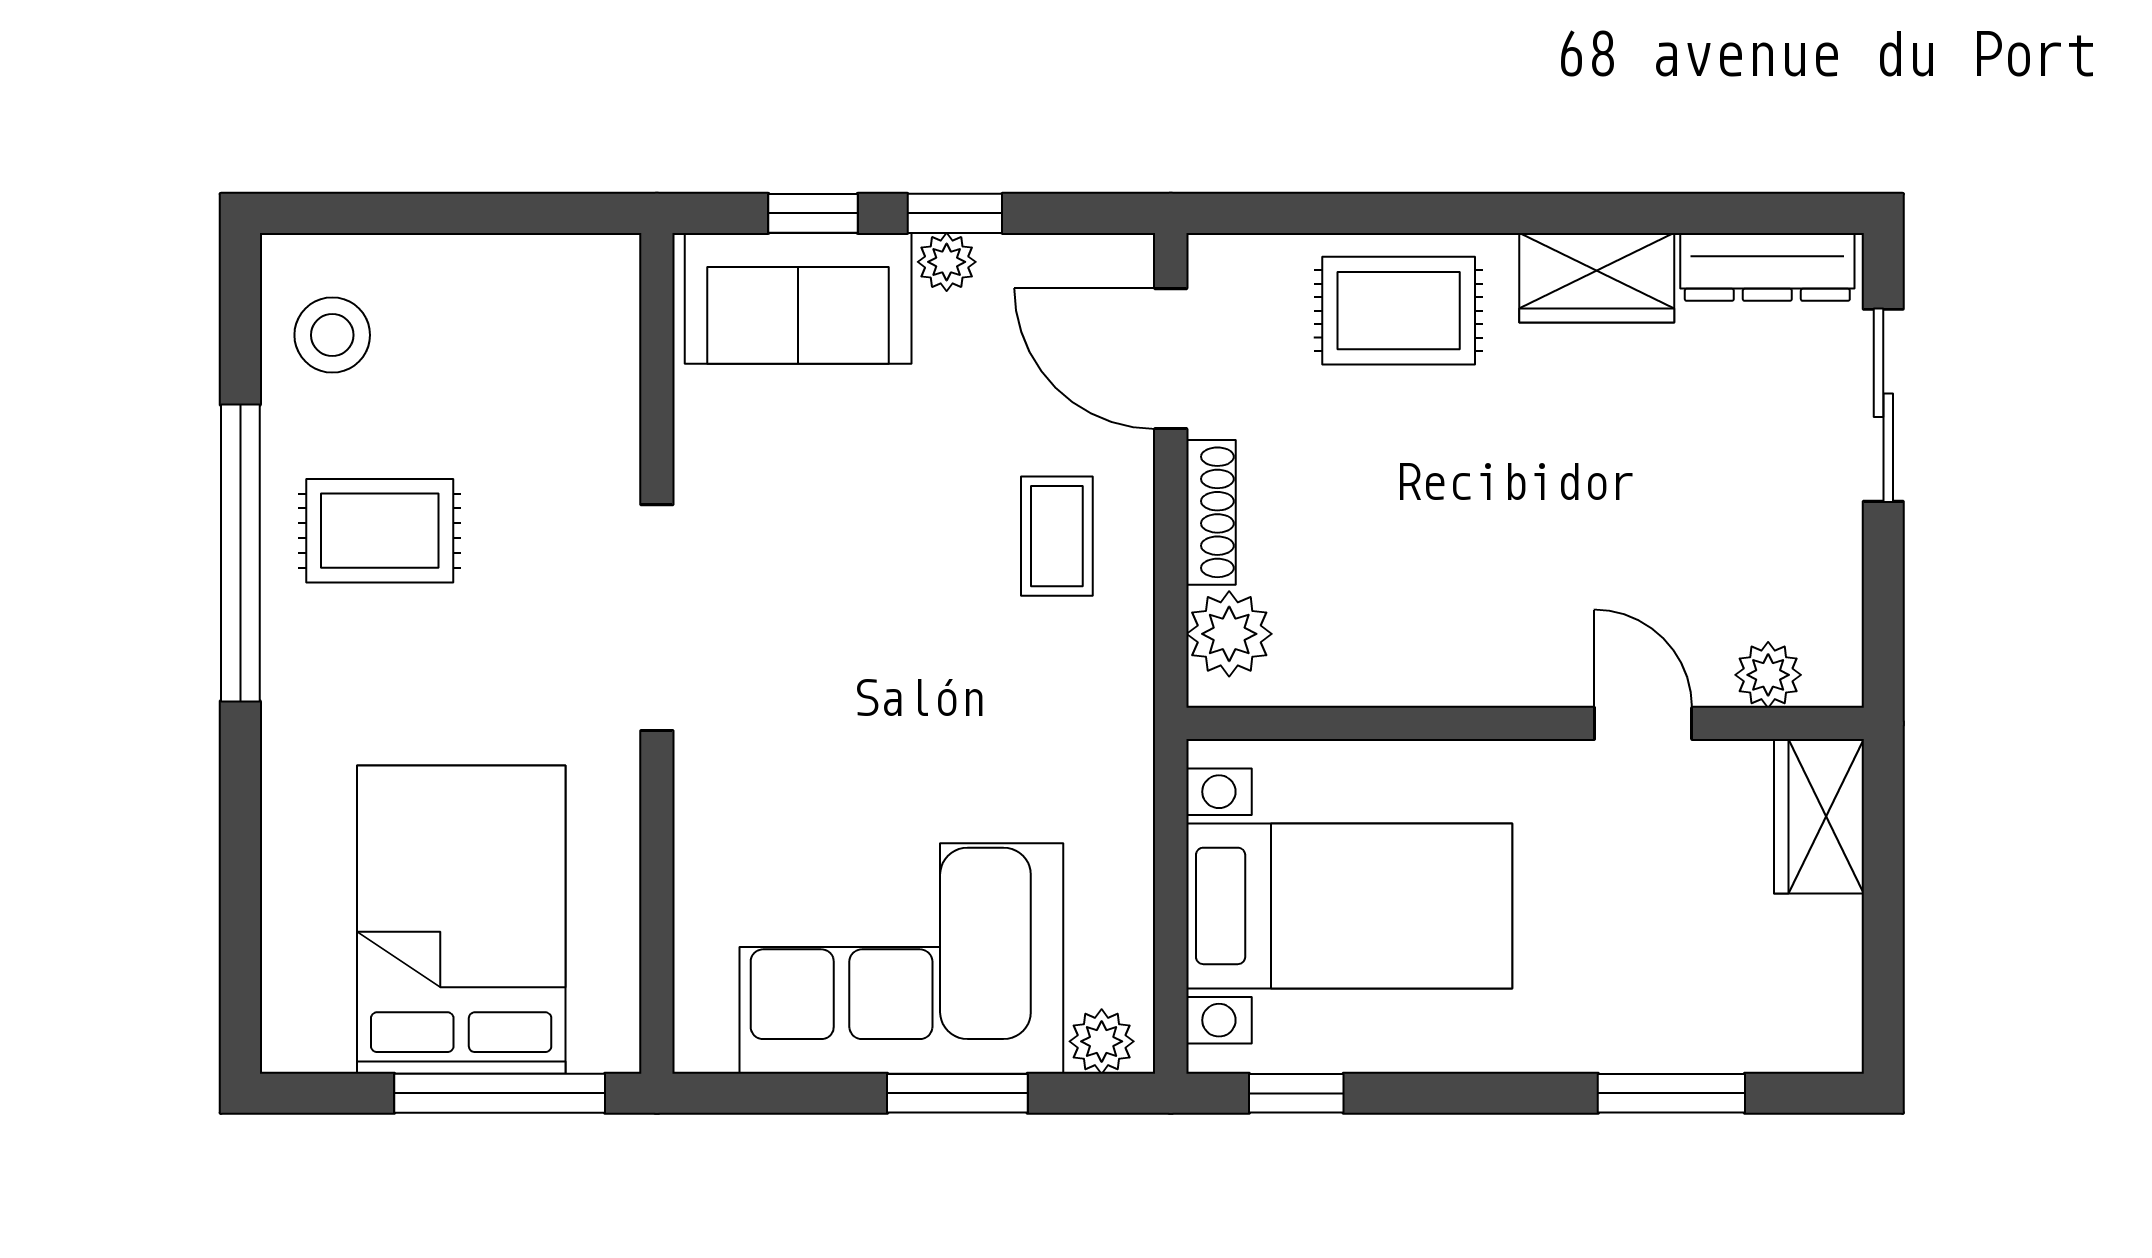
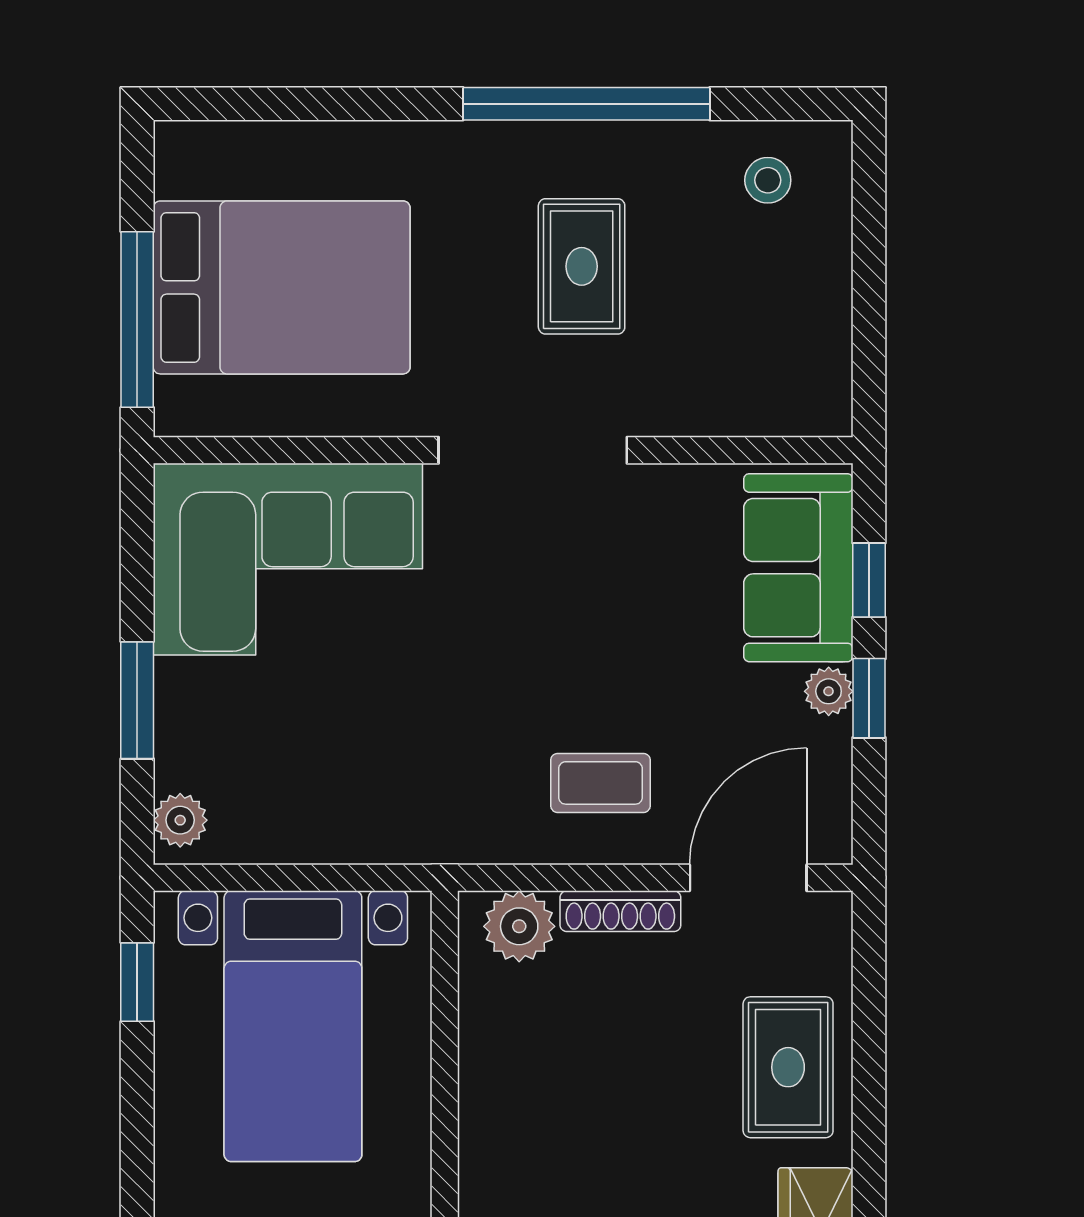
stool: (332, 335) -> (768, 180), width x0.73, depth x0.73
rug: (380, 531) -> (582, 266), moved
corner sofa: (901, 958) -> (288, 559), moved, turned 90

